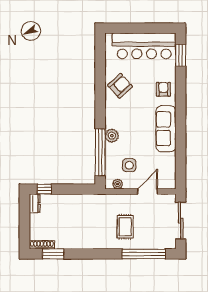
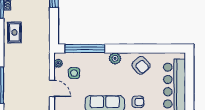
plant: (112, 136) -> (115, 58), moved
rug: (125, 227) -> (14, 32), moved, turned 90

